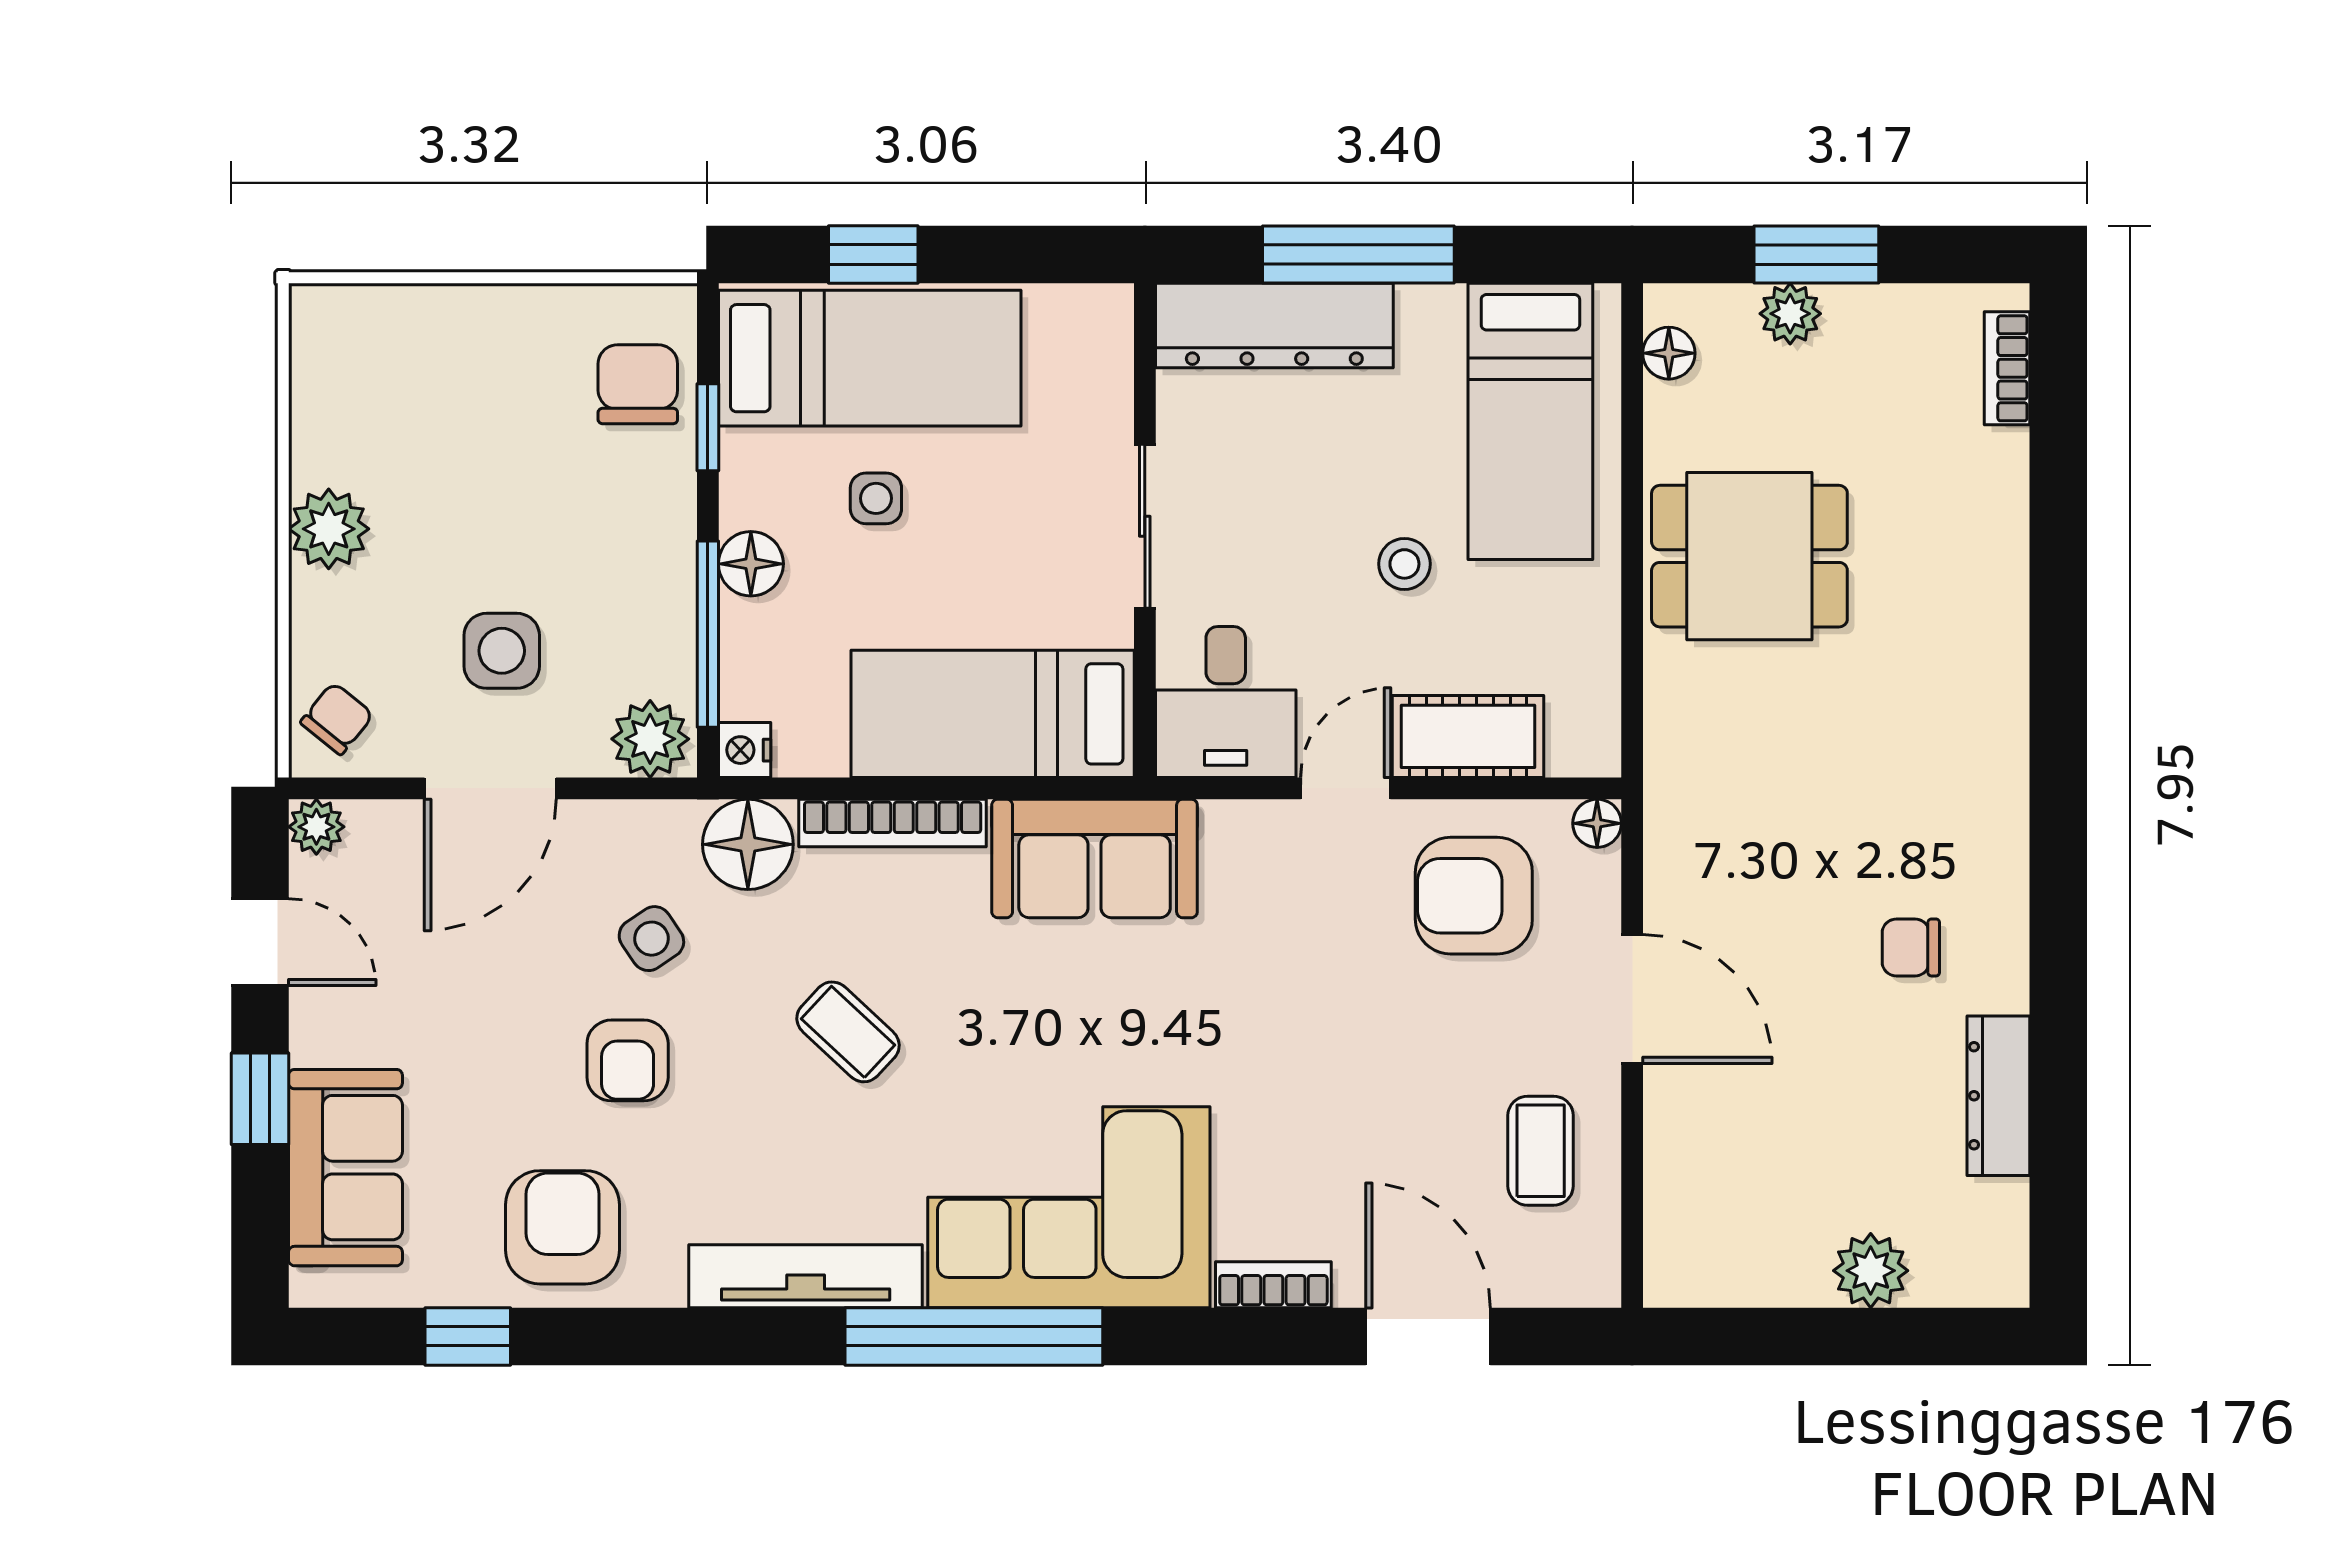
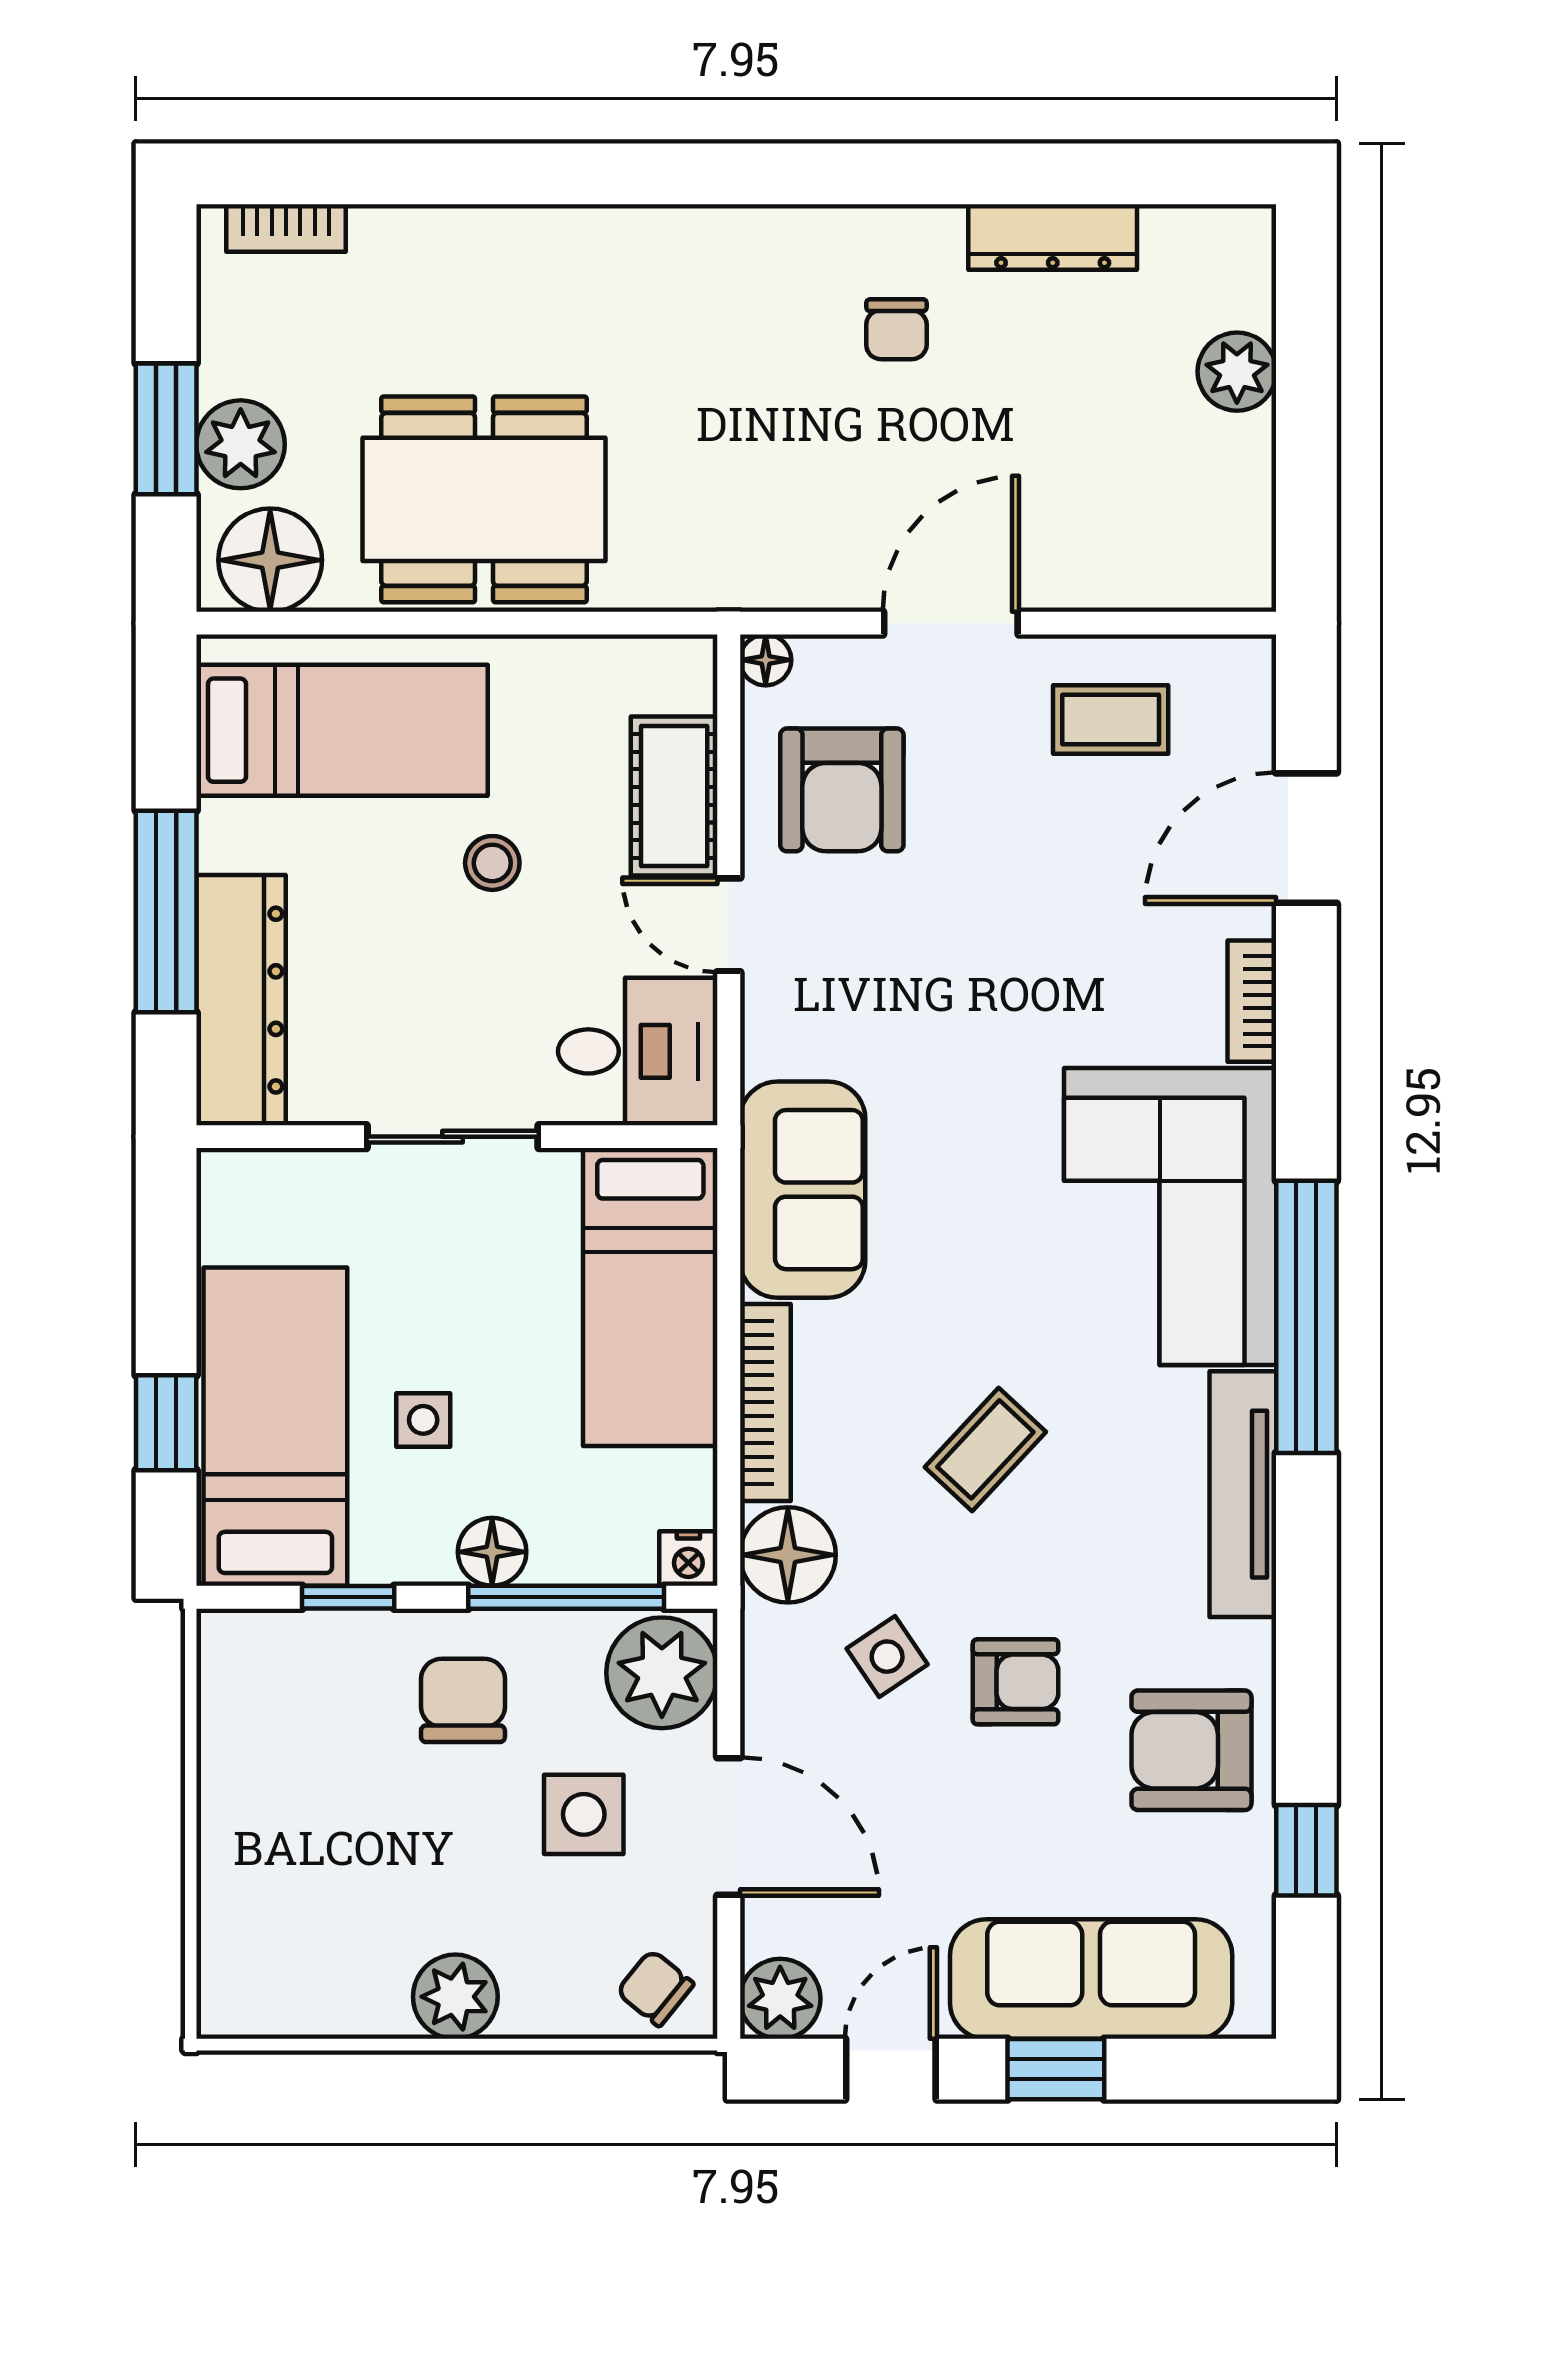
plant: (1790, 314) -> (241, 444), width x1.38, depth x1.38
floor lamp: (1669, 353) -> (270, 560), width x1.89, depth x1.89
chair: (638, 384) -> (463, 1700), moved, turned 90
dining table: (1749, 556) -> (484, 499), width x1.38
plant: (650, 739) -> (662, 1673), width x1.36, depth x1.36
plant: (316, 827) -> (780, 1999), width x1.38, depth x1.38
sofa: (345, 1168) -> (1091, 1979), width x1.36

